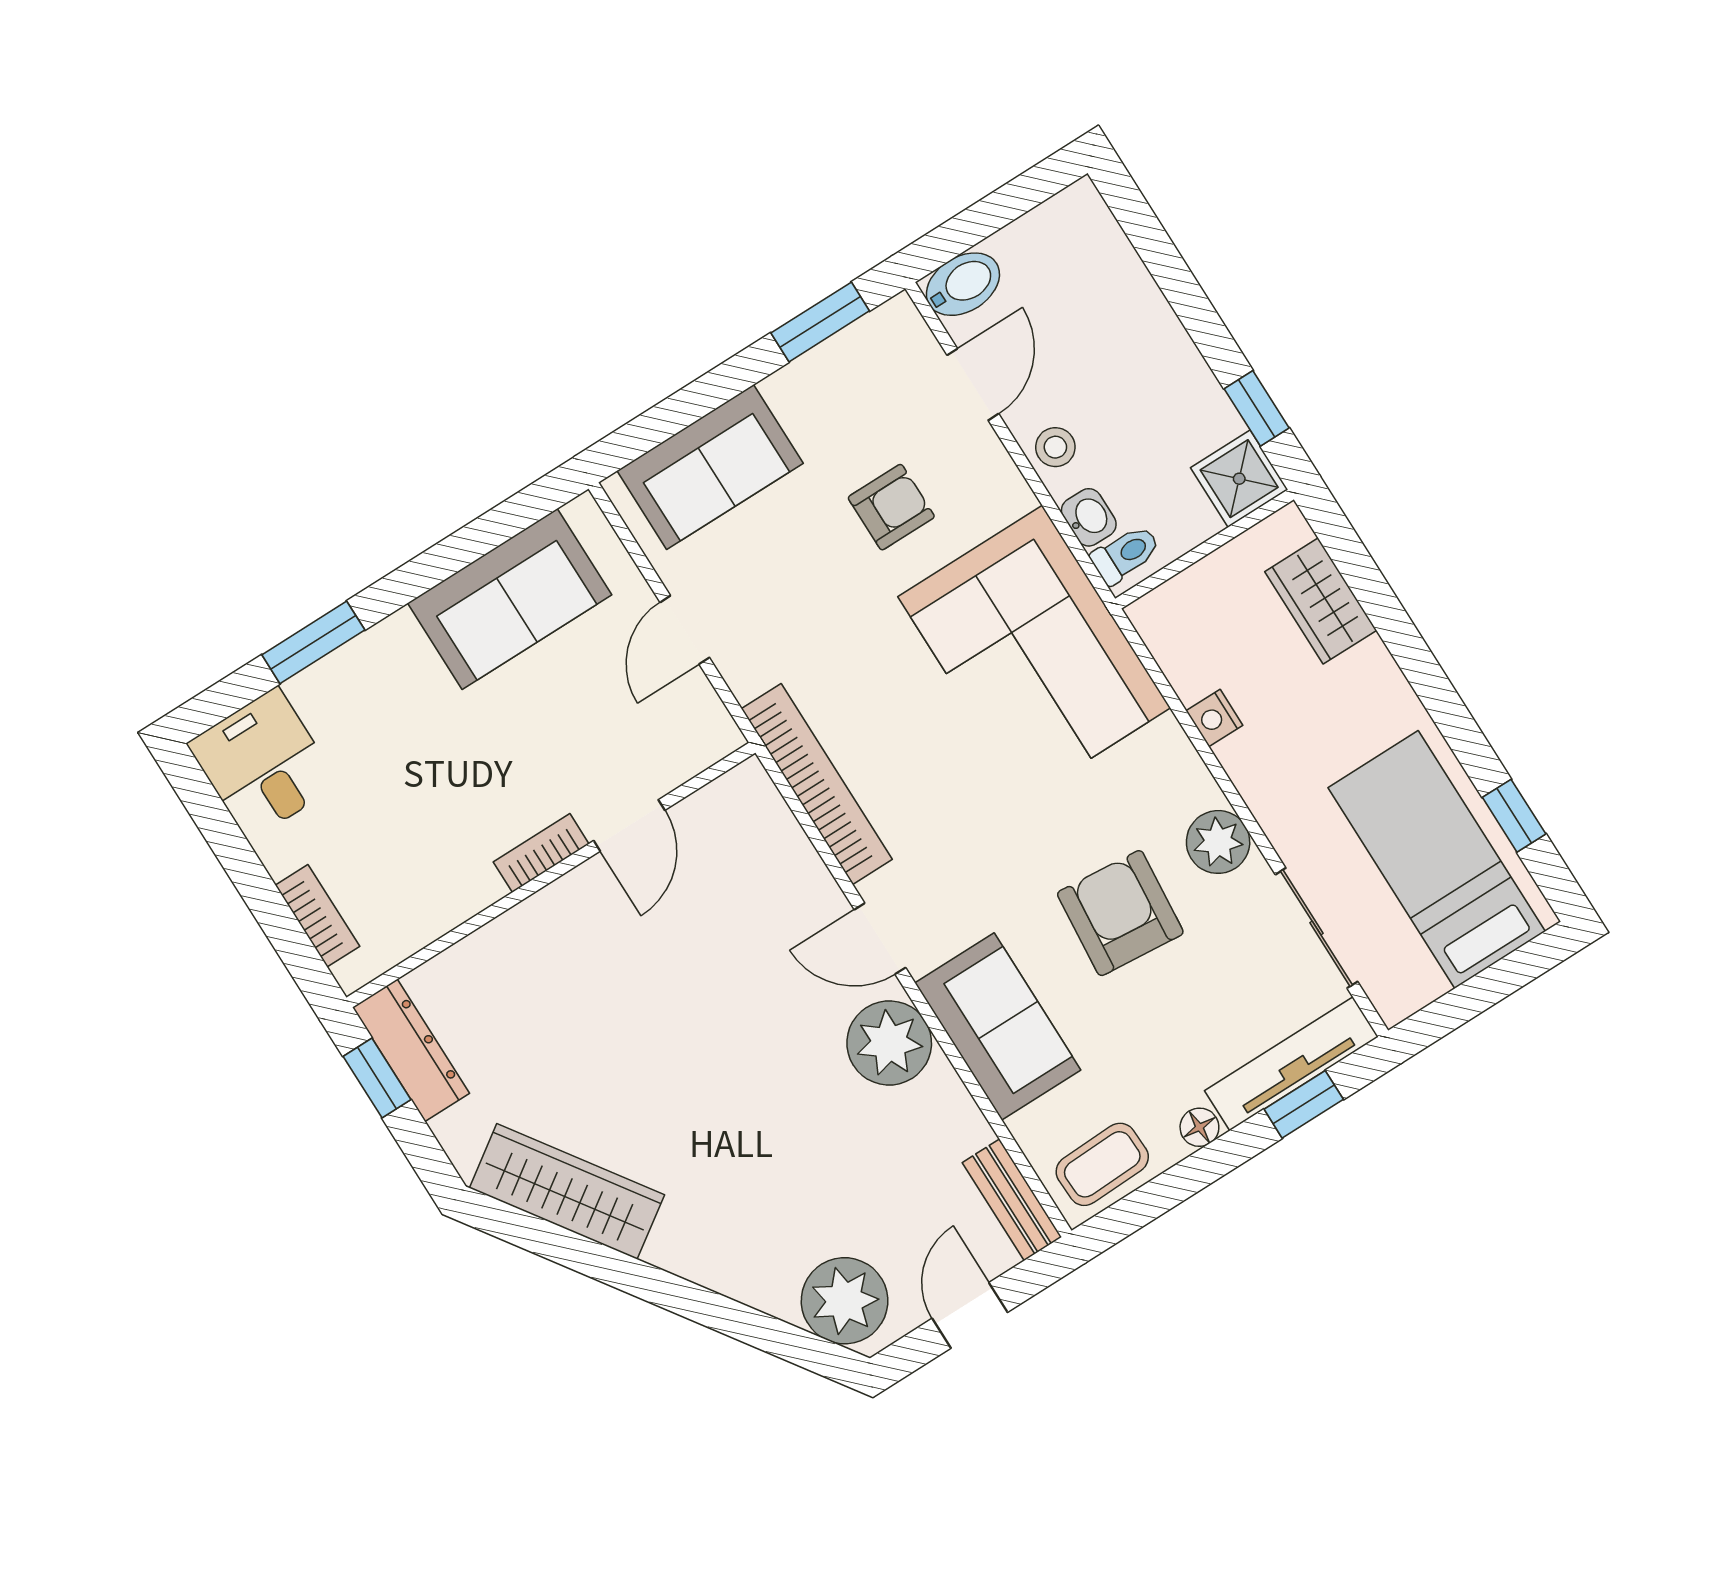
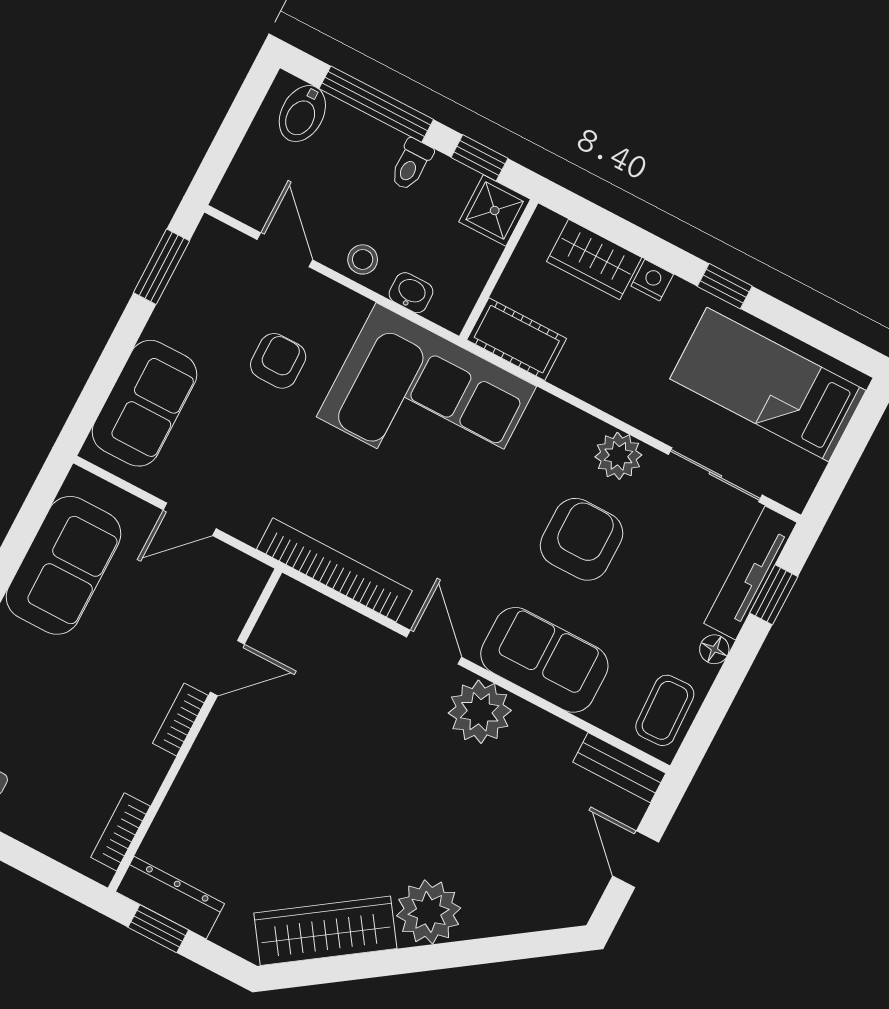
window: (1174, 278) -> (376, 104), added
bidet: (963, 284) -> (302, 114), moved, turned 180
toilet: (1125, 554) -> (411, 165), moved, turned 180
door: (685, 630) -> (190, 519), hinge flipped
cot: (1179, 641) -> (517, 339), added
nightstand: (1214, 718) -> (652, 280), moved, turned 180
window: (1514, 816) -> (725, 286), moved
door: (629, 825) -> (227, 668), hinge flipped
armchair: (1120, 913) -> (582, 539), turned 85
bookcase: (317, 916) -> (121, 832), moved, turned -90
door: (880, 939) -> (434, 647), swing flipped
plant: (845, 1301) -> (429, 912), moved

